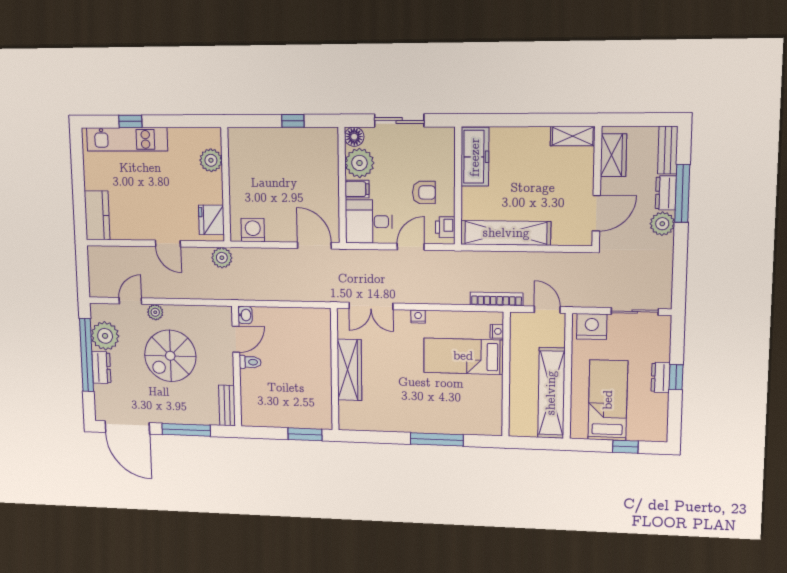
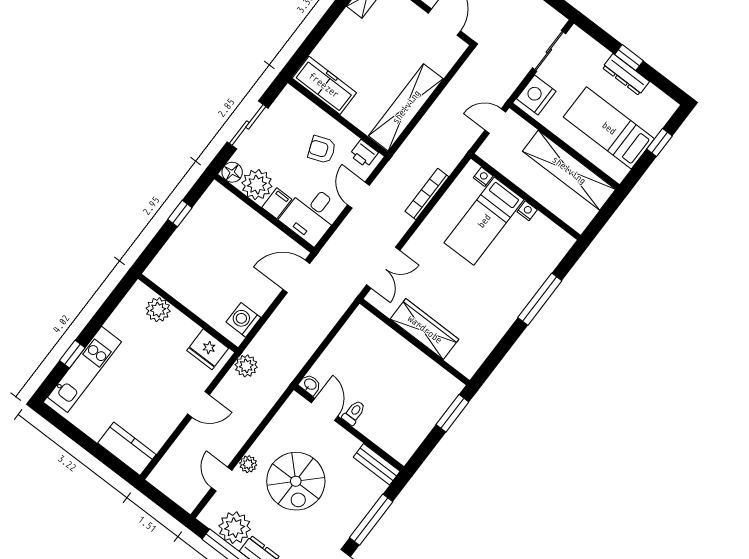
armchair: (424, 192) -> (322, 150), turned -111
bookcase: (496, 299) -> (427, 194), moved
nightstand: (418, 317) -> (527, 211), moved, turned 90
dresser: (661, 378) -> (626, 75), width x1.44

